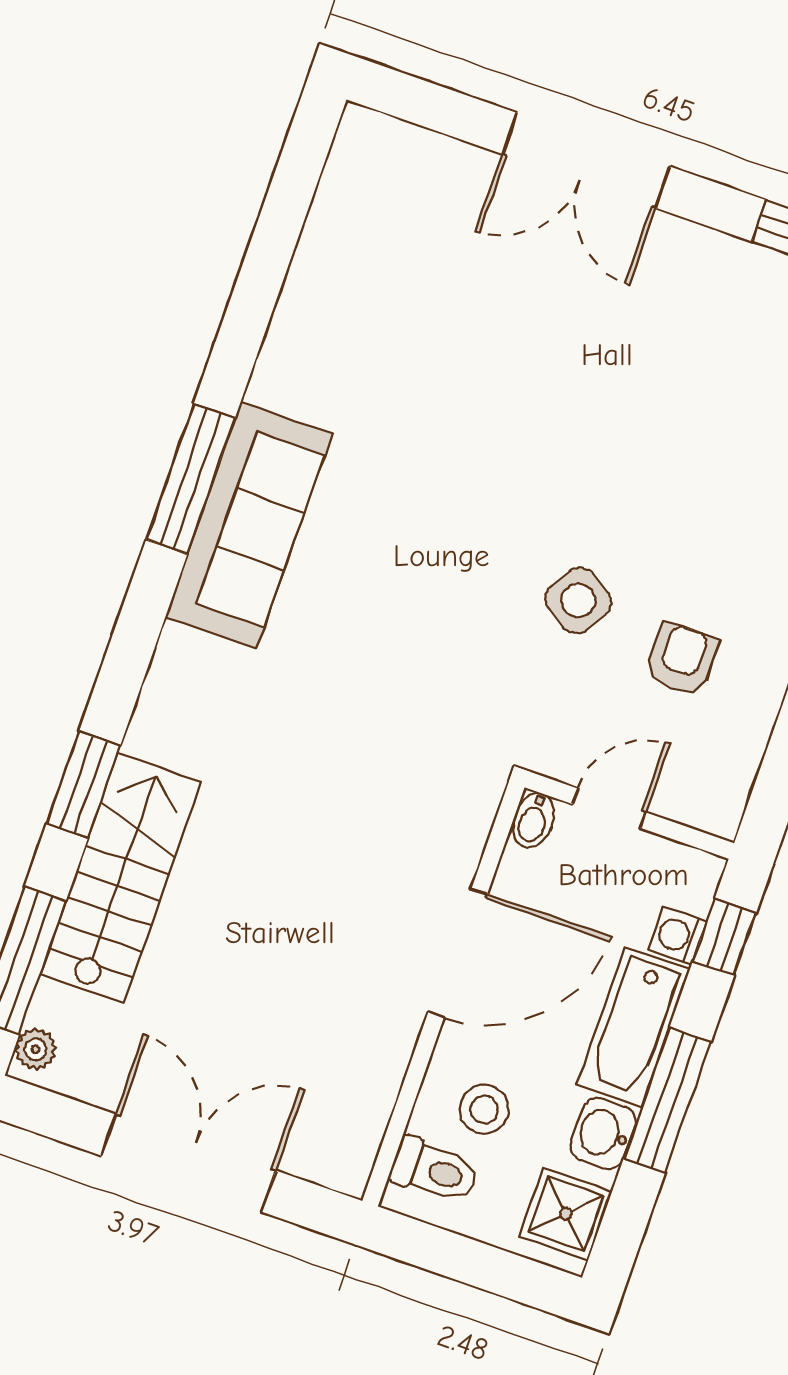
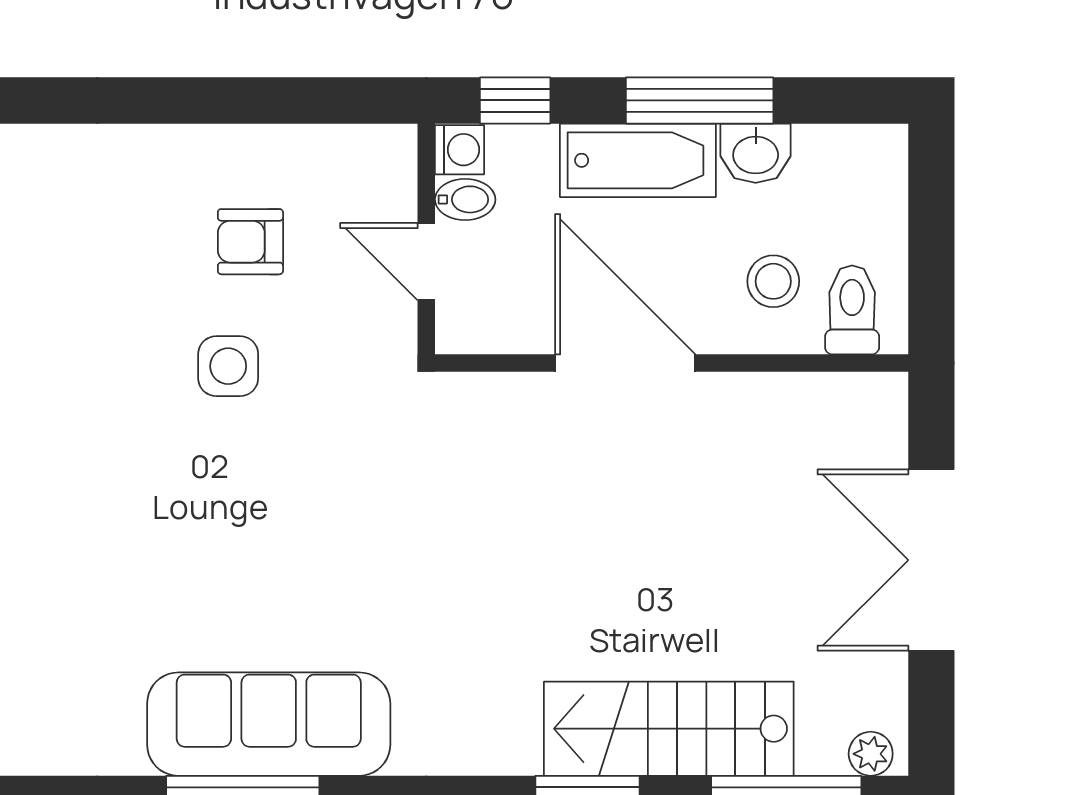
side table: (578, 600) -> (228, 366), turned -32
bidet: (533, 820) -> (465, 199), moved
washing machine: (677, 936) -> (460, 150), moved, turned -90
shower: (566, 1214) -> (849, 163), removed

